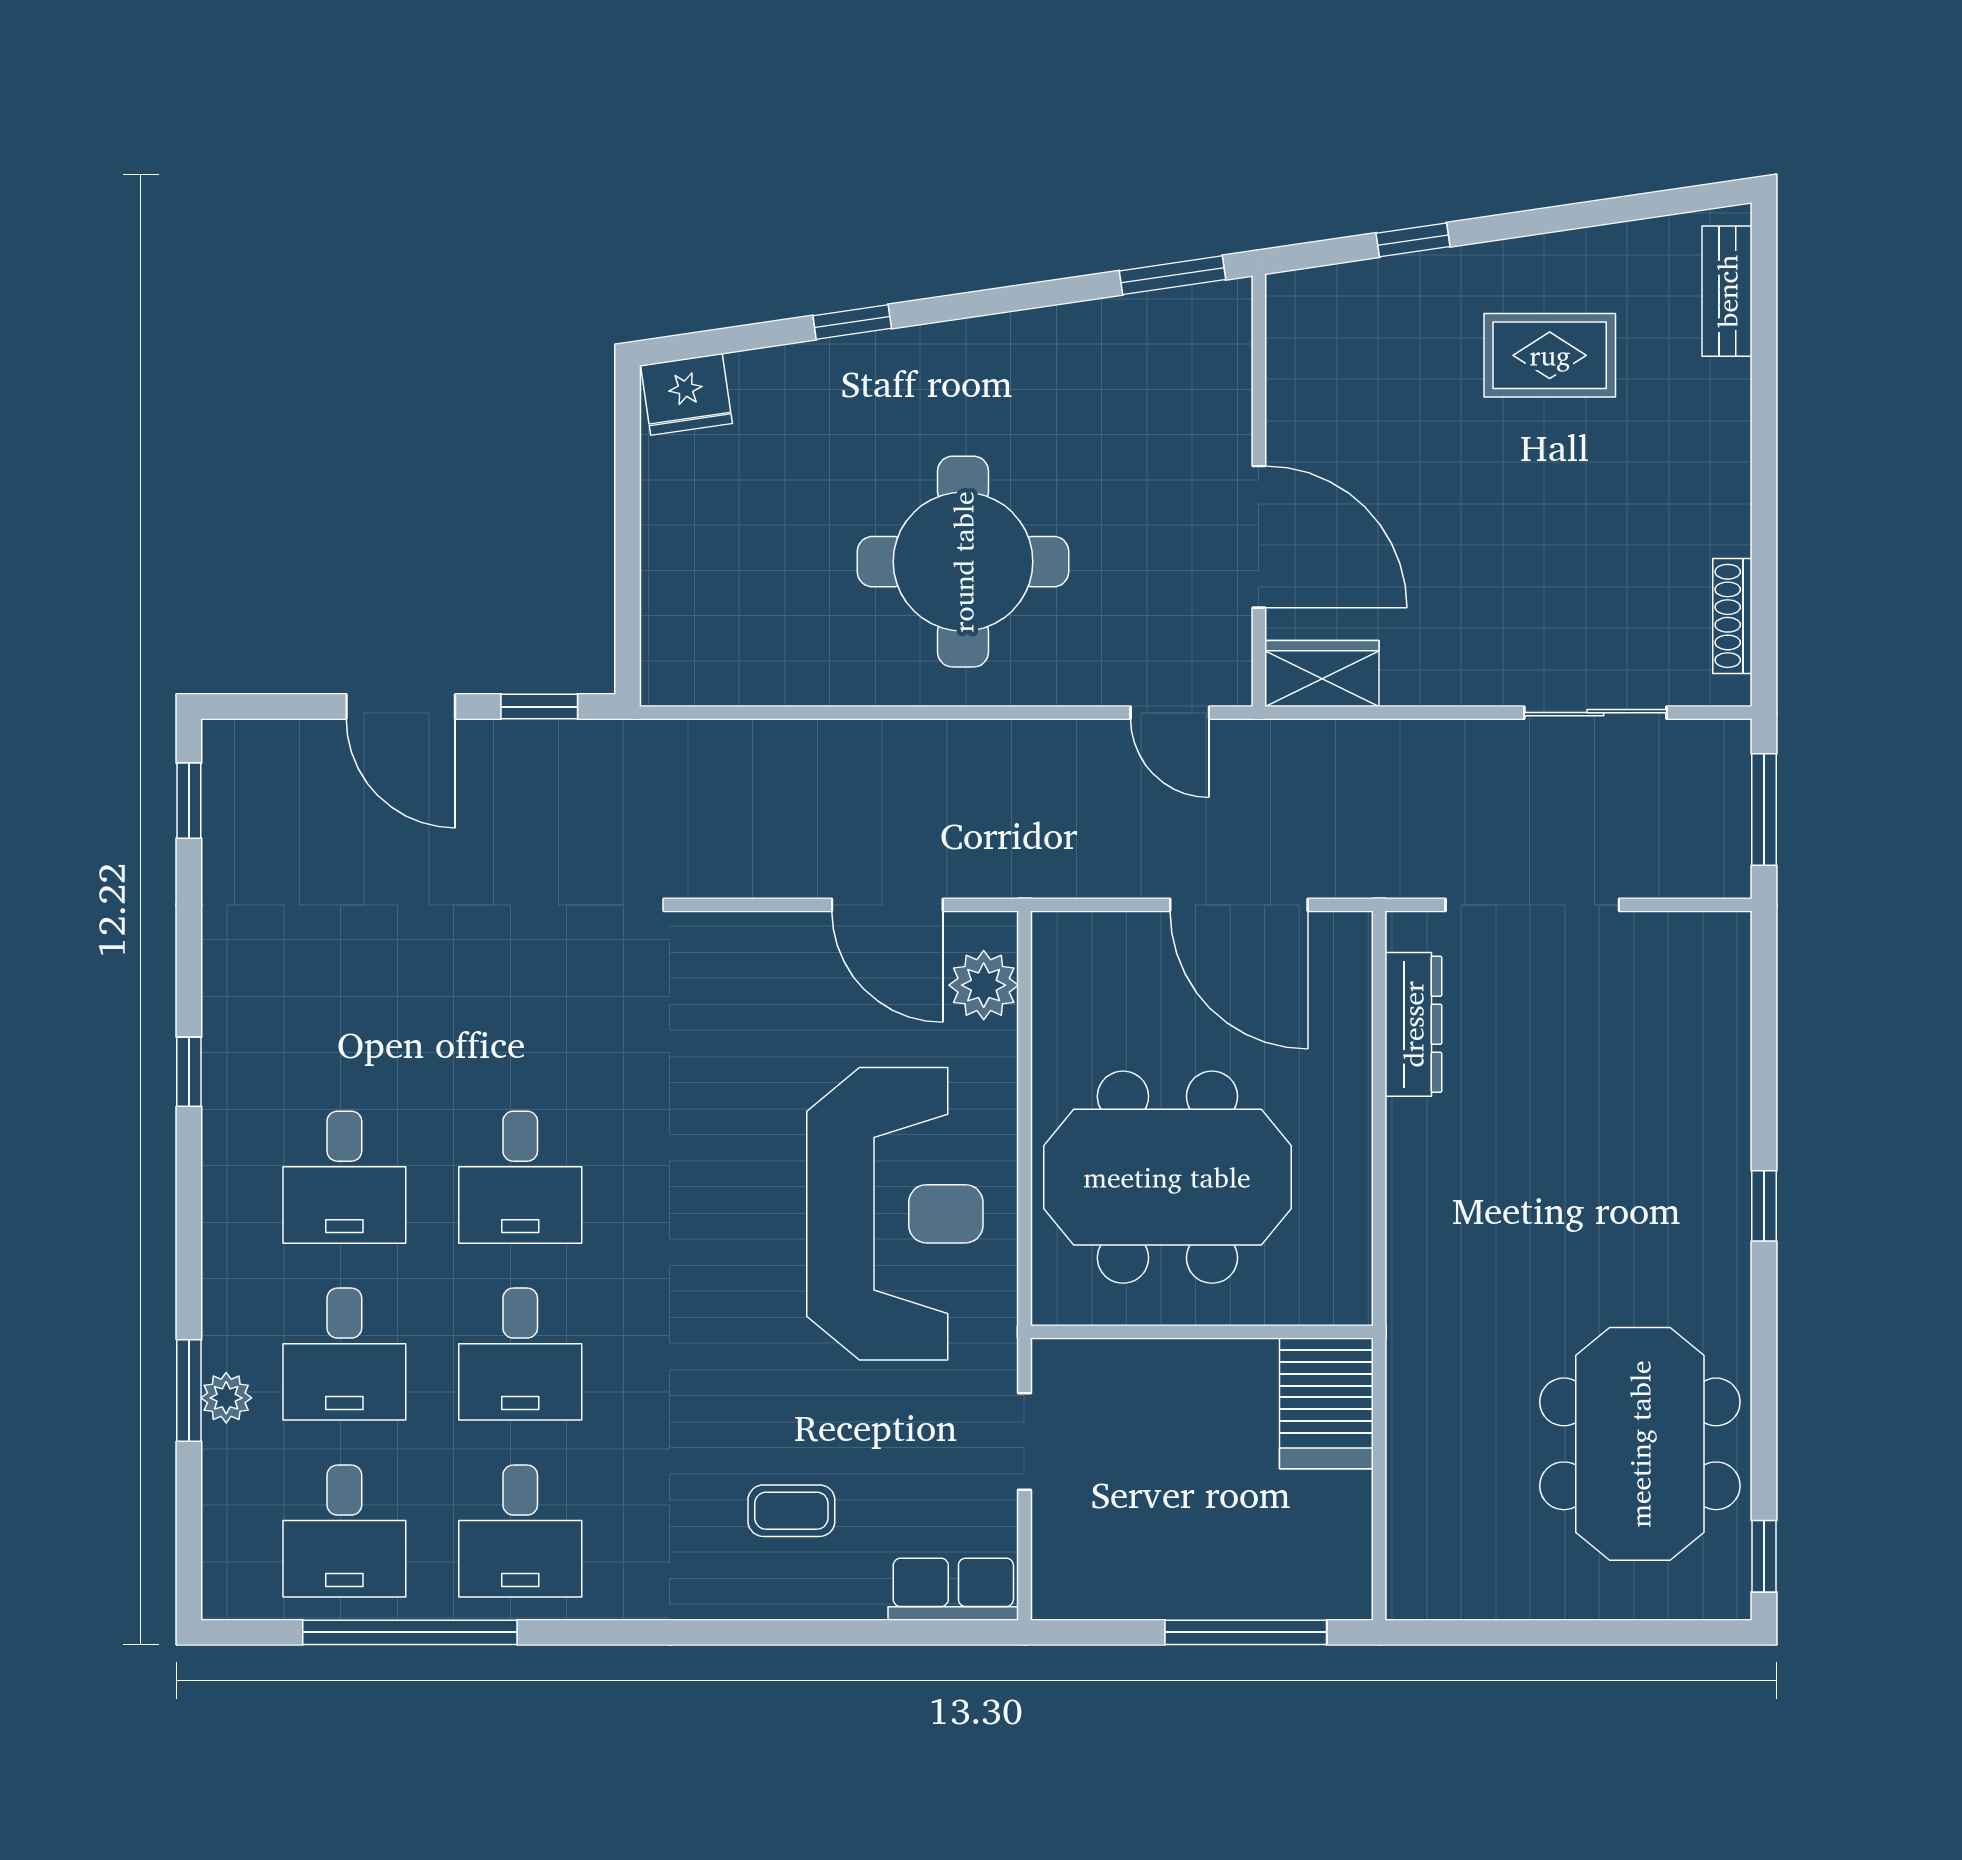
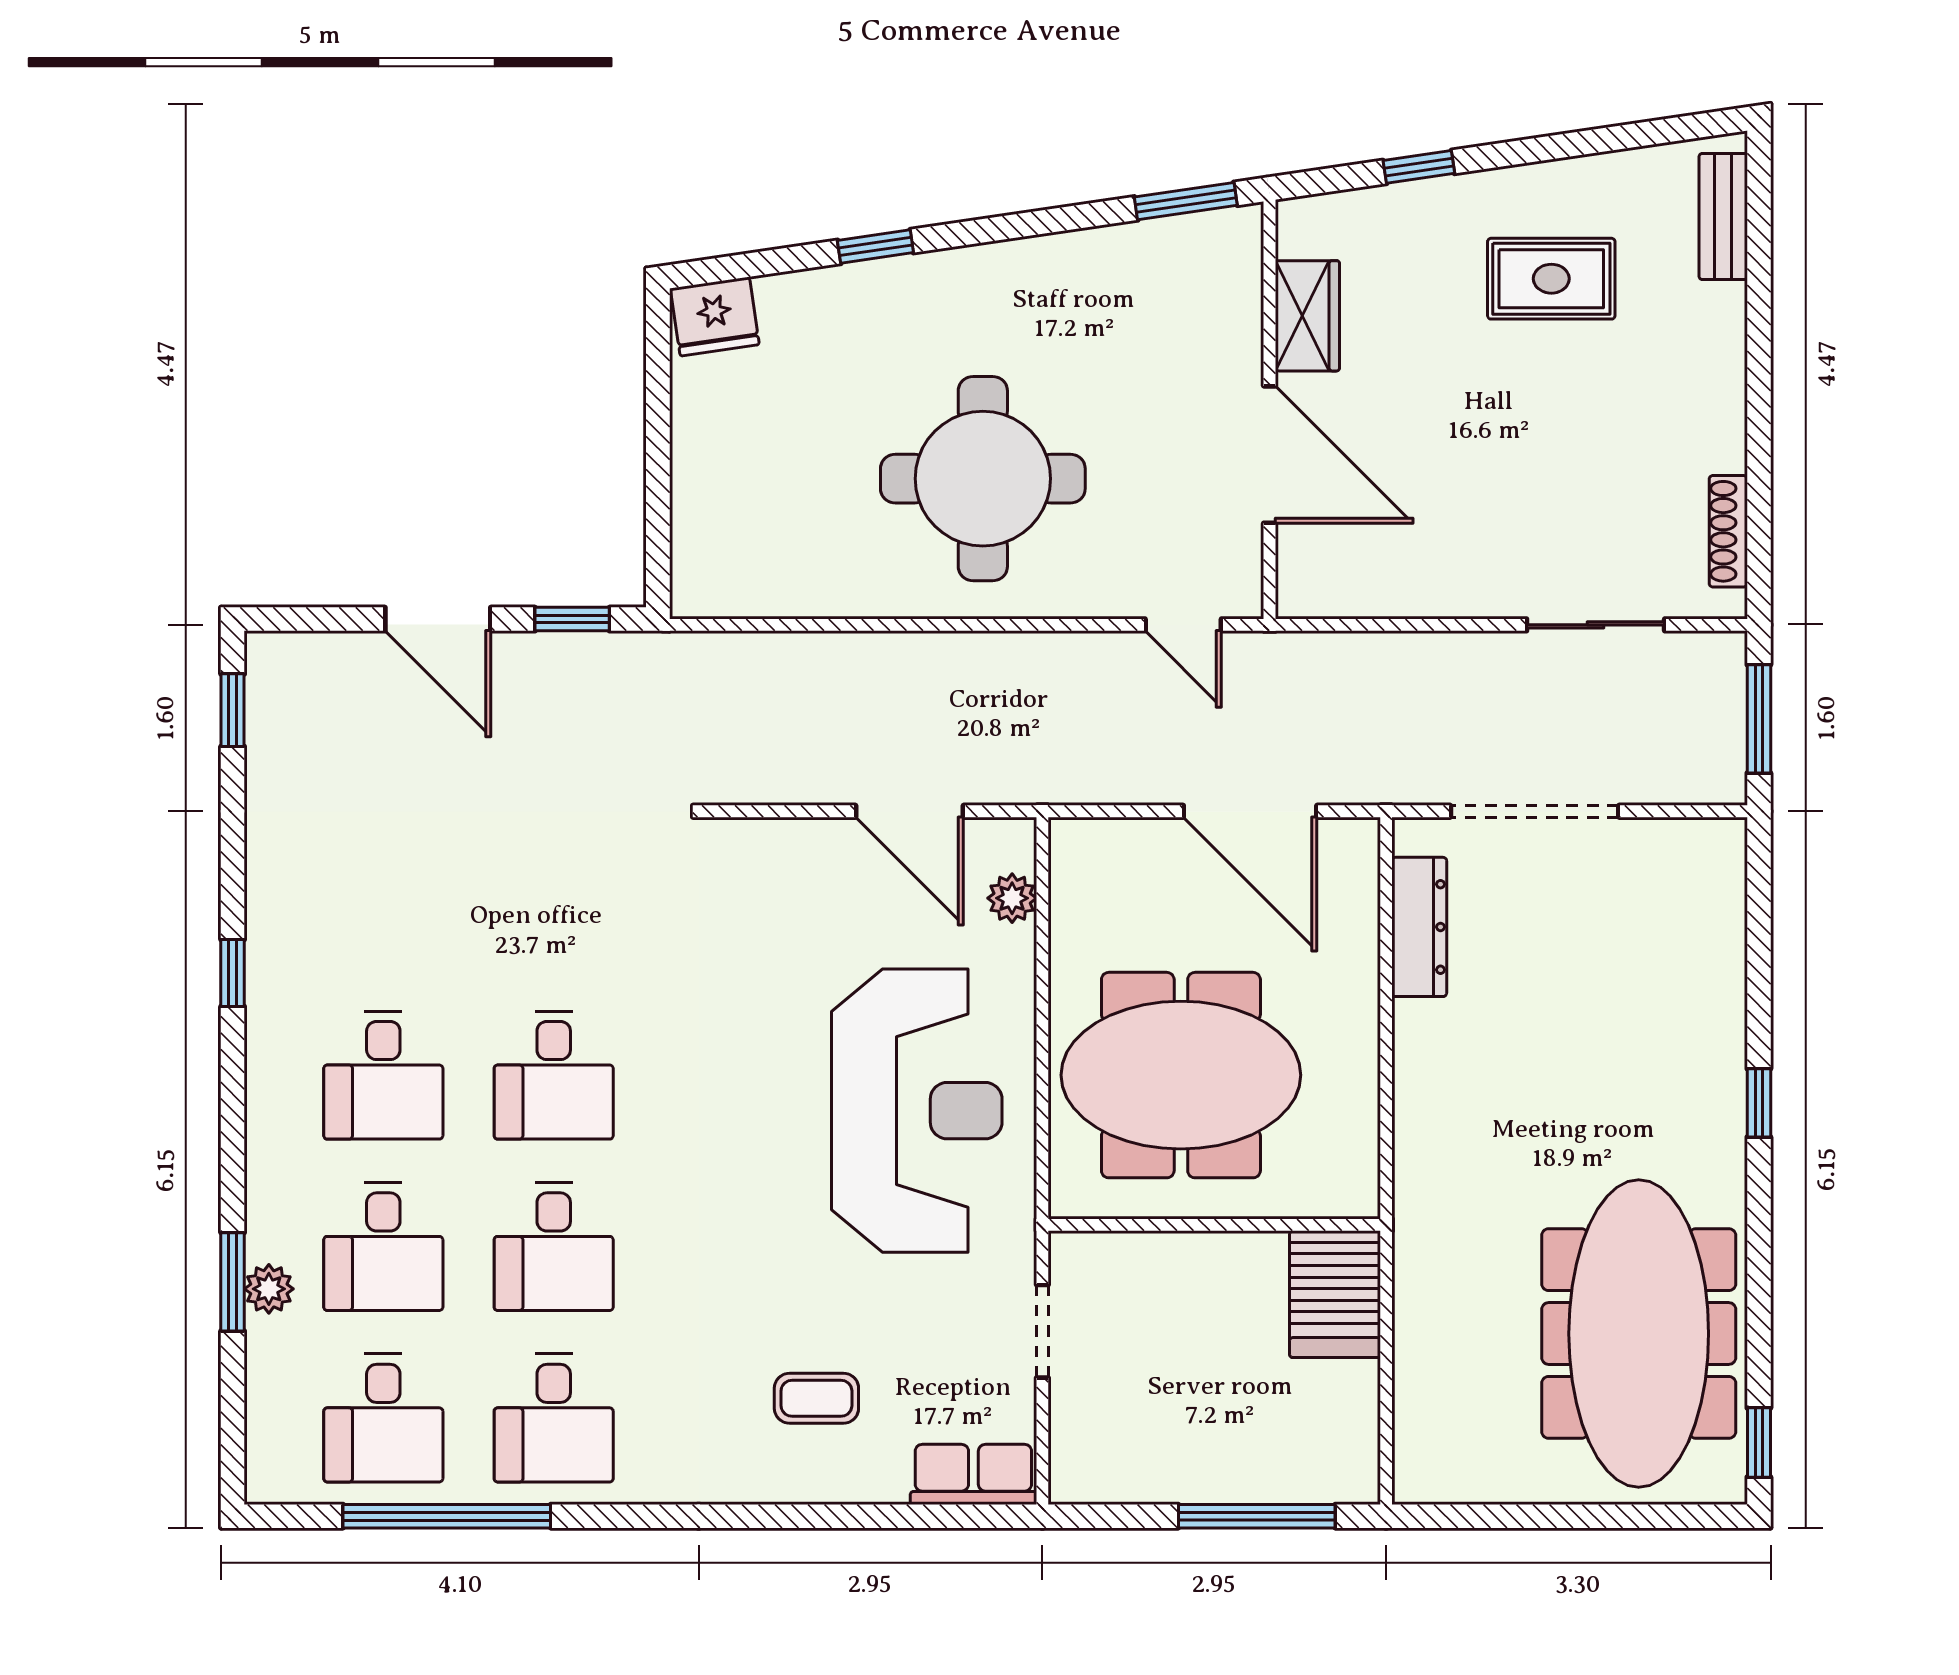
wardrobe: (1322, 673) -> (1307, 316), moved, turned 90
plant: (984, 985) -> (1012, 898), width x0.73, depth x0.73
meeting table: (1640, 1444) -> (1639, 1334), width x1.36

